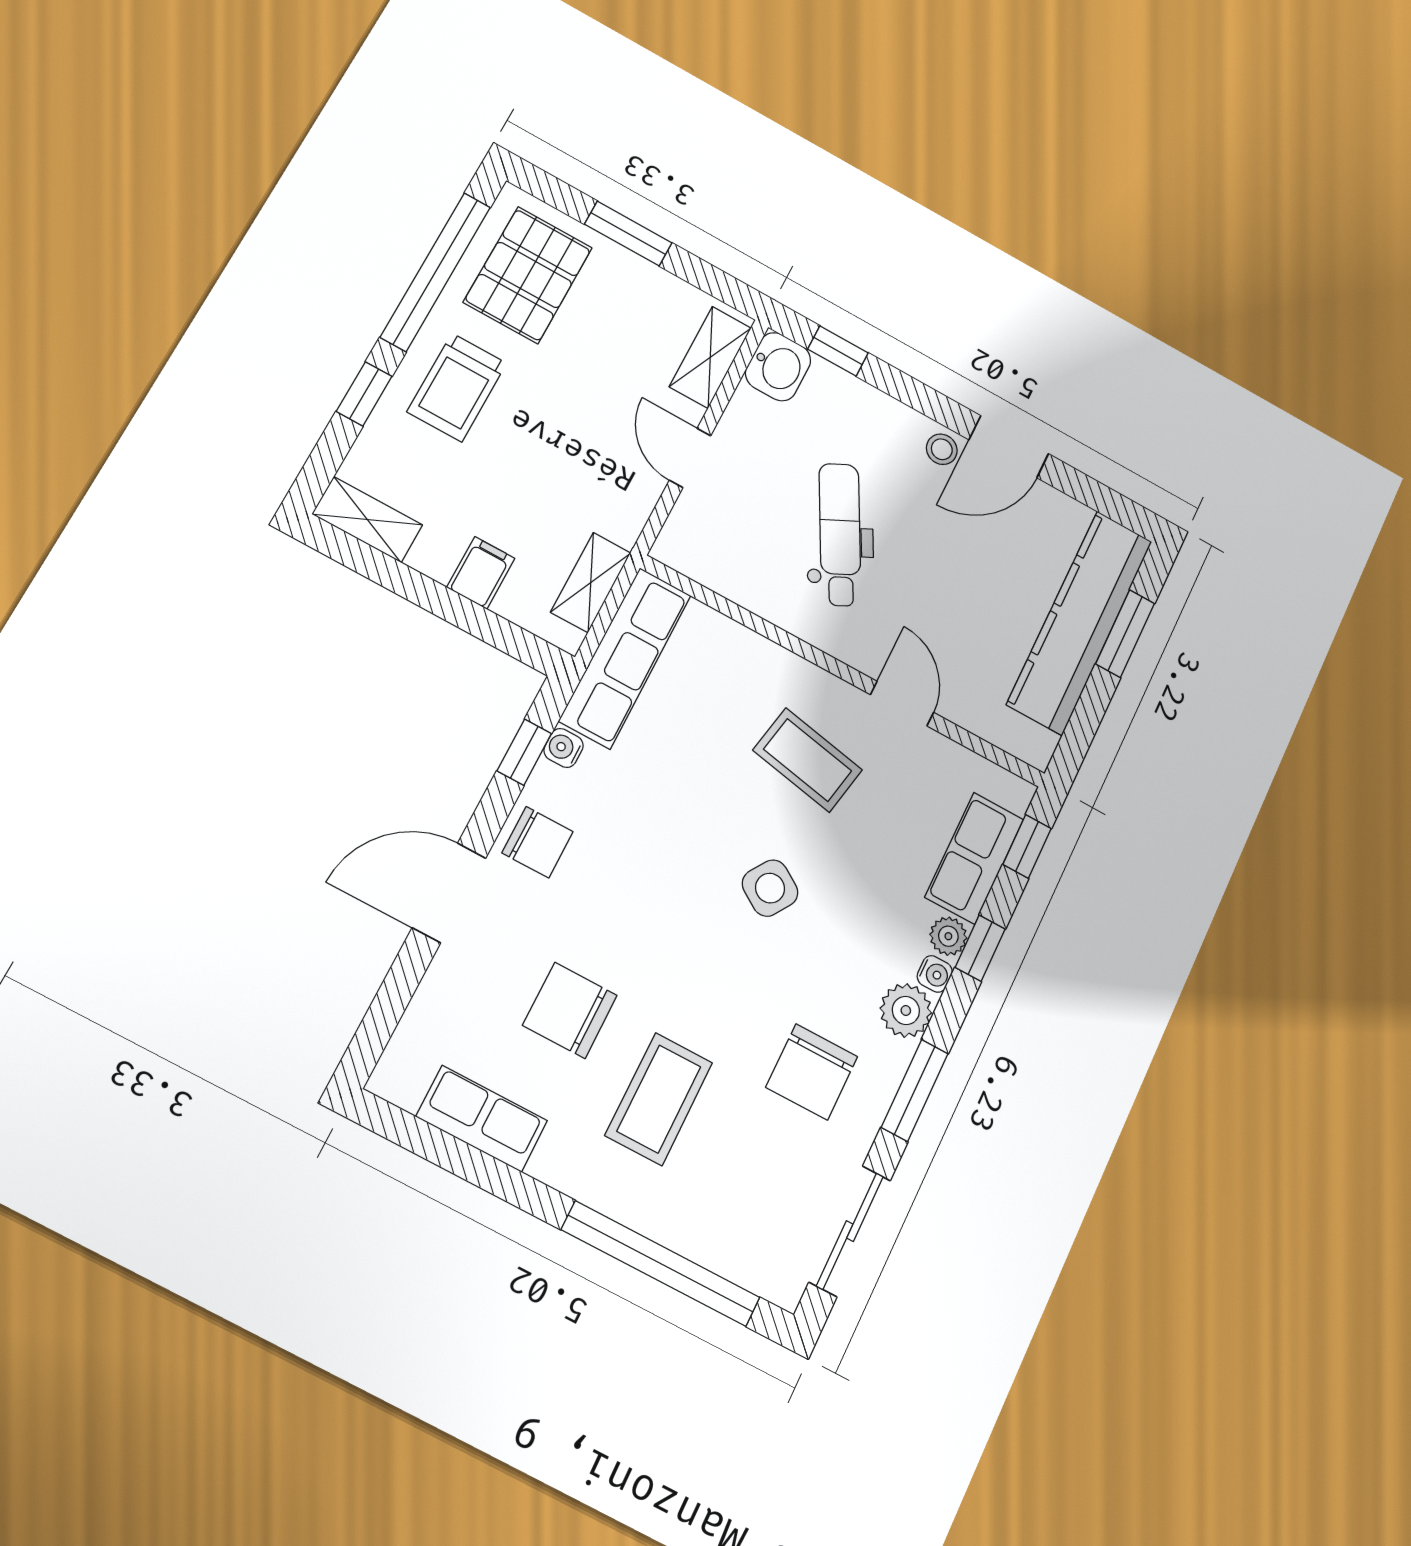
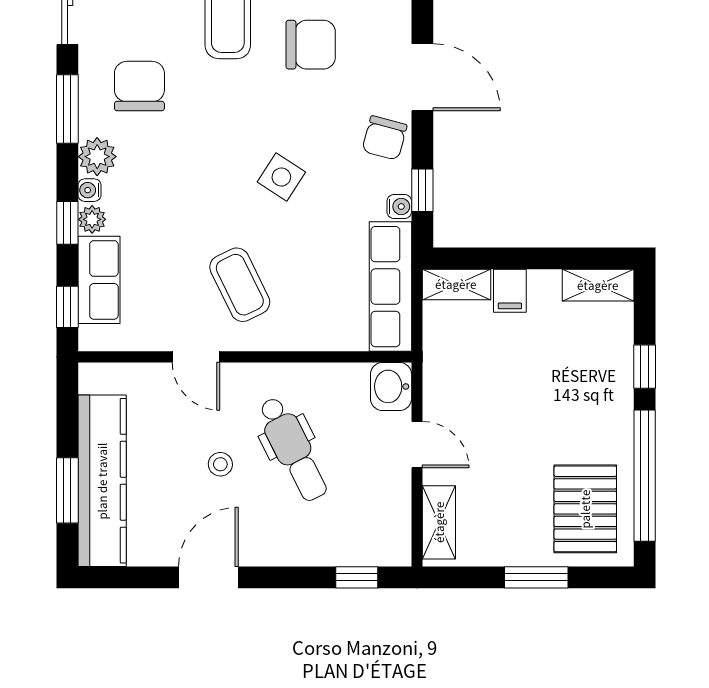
washbasin: (778, 367) -> (391, 386), moved
trolley: (457, 387) -> (590, 405), removed
stool: (942, 449) -> (220, 464), moved
shelving: (591, 582) -> (456, 284), moved, turned 90
coffee table: (808, 760) -> (240, 285), turned 53
chair: (538, 842) -> (384, 138), turned -75
side table: (770, 888) -> (281, 177), moved
door: (449, 893) -> (422, 77), hinge flipped

